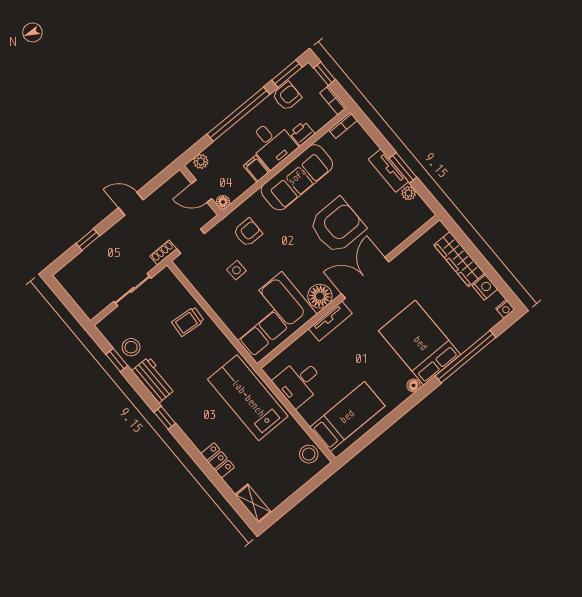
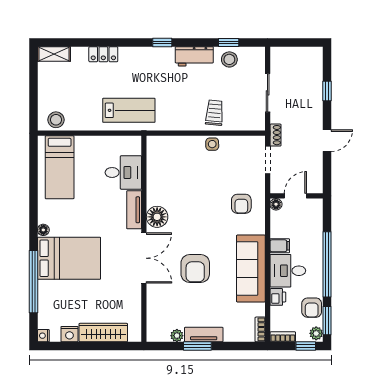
plant: (201, 161) -> (316, 333), moved
armchair: (337, 226) -> (195, 268), width x0.73, depth x0.73
side table: (236, 270) -> (212, 144), moved
corner sofa: (269, 318) -> (171, 170), removed
desk: (299, 382) -> (123, 172), moved, turned 90
lab bench: (248, 398) -> (129, 110), width x0.73, depth x0.72

